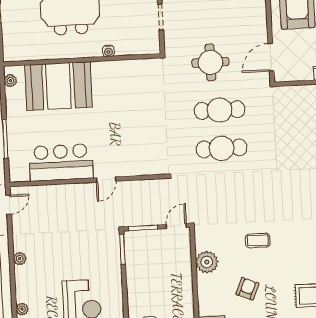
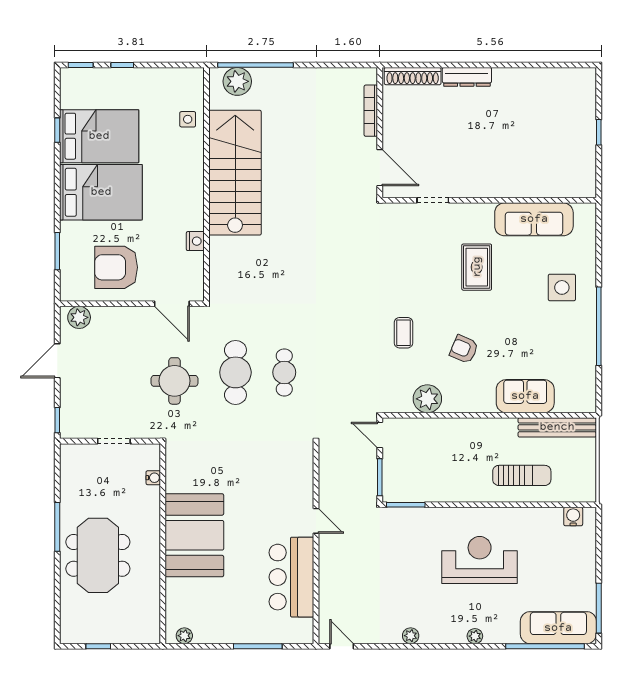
water cooler: (108, 51) -> (153, 478), moved
booth: (58, 86) -> (194, 535), moved
cafe table: (222, 148) -> (284, 372), width x0.73, depth x0.74

